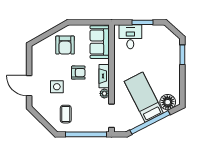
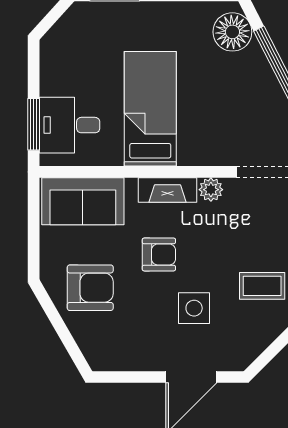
window: (143, 22) -> (34, 124), moved
armchair: (78, 73) -> (159, 254), turned 90
bed: (144, 97) -> (150, 109), moved, turned 117

